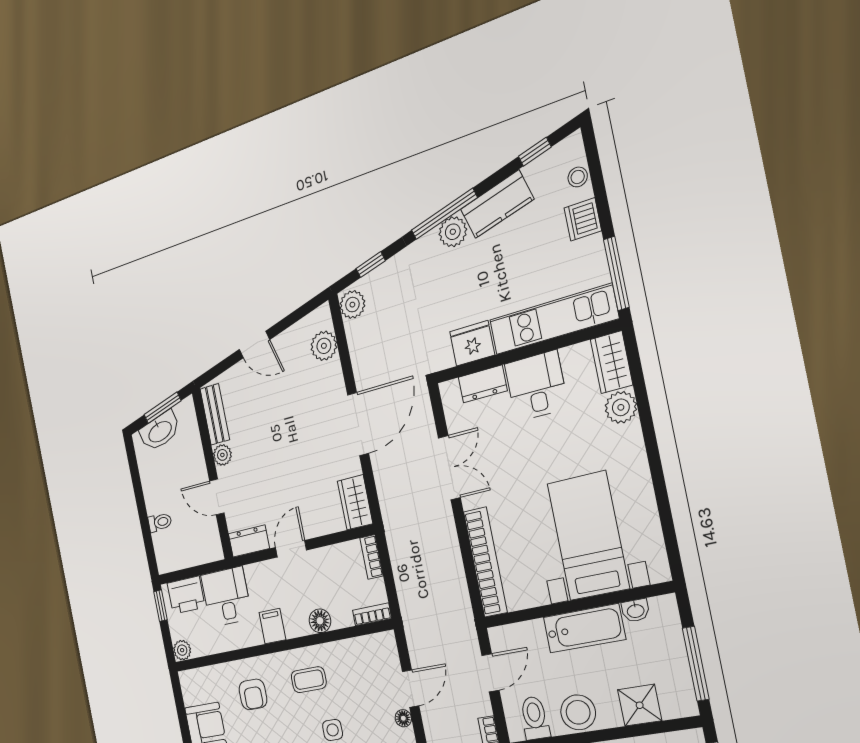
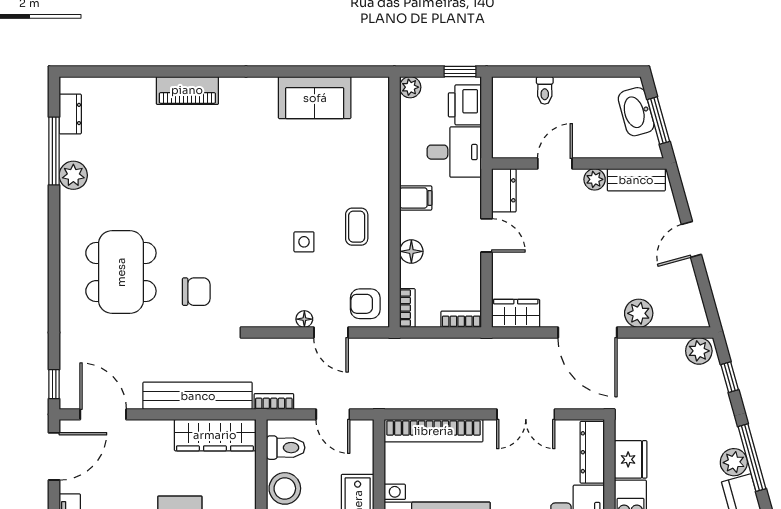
plant: (324, 346) -> (639, 313), moved
dresser: (483, 384) -> (592, 452), width x1.44
armchair: (253, 694) -> (365, 304), moved

